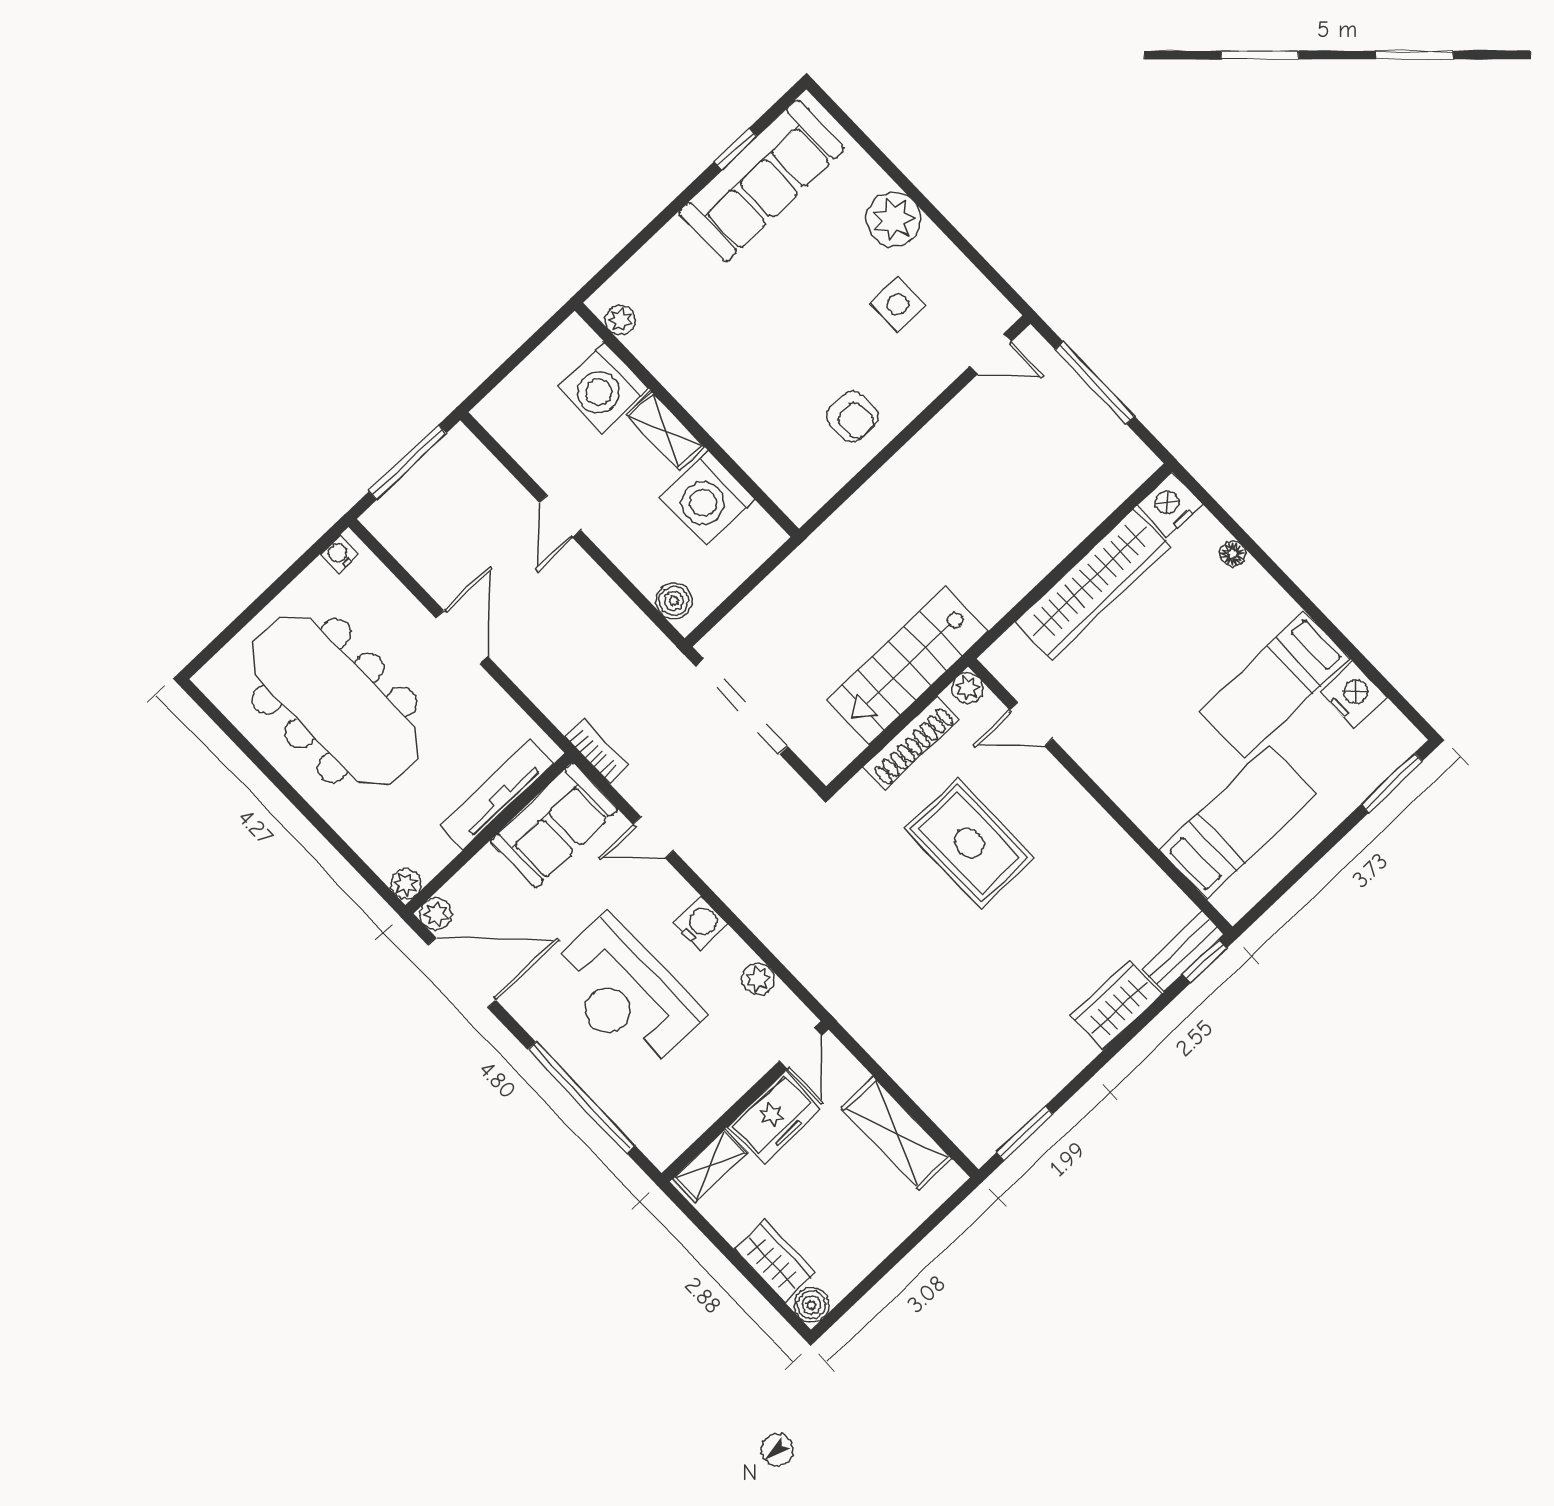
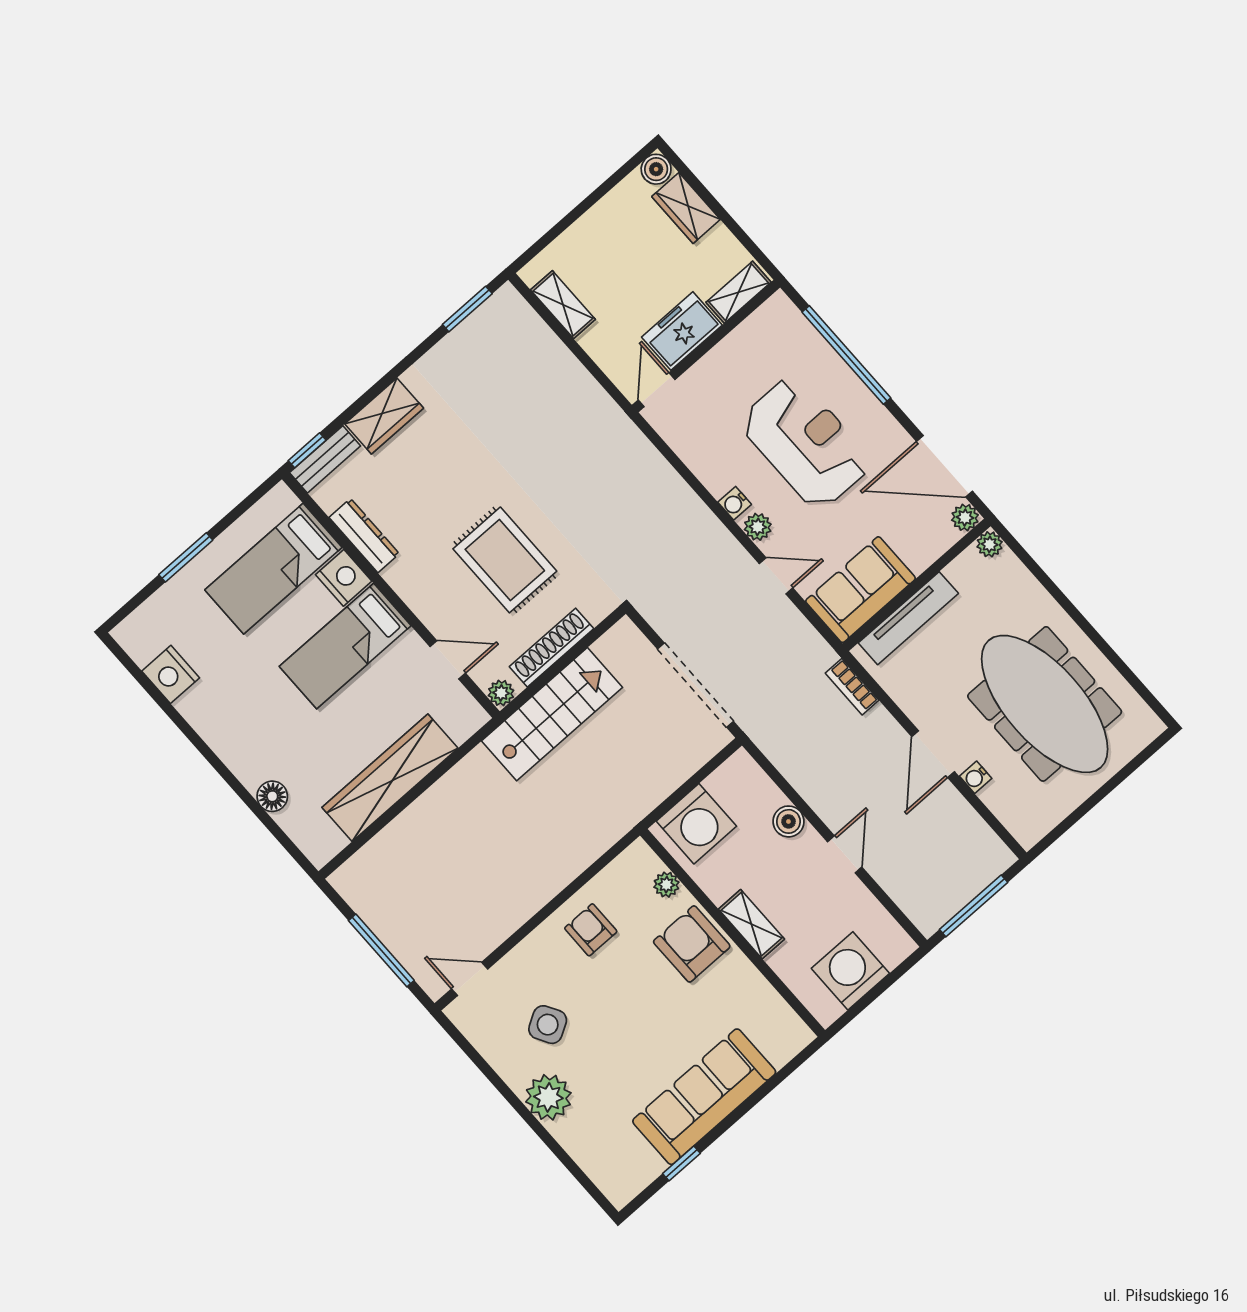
sofa: (761, 181) -> (704, 1097), moved
side table: (898, 304) -> (548, 1025), turned -30
plant: (620, 320) -> (666, 885), moved
washing machine: (603, 388) -> (850, 971), moved, turned -90
armchair: (734, 405) -> (692, 944), added
washing machine: (708, 498) -> (696, 824), moved, turned 90
nightstand: (1169, 505) -> (344, 578), moved, turned -90
water cooler: (339, 554) -> (976, 777), moved, turned 90
floor lamp: (1232, 554) -> (272, 796), width x1.37, depth x1.37
boiler: (674, 601) -> (788, 821), moved
bed: (1274, 685) -> (345, 646), moved, turned 180
bookcase: (597, 751) -> (852, 687), moved
window: (1392, 783) -> (186, 557), moved
dresser: (1134, 865) -> (364, 536), added
water cooler: (701, 924) -> (735, 503), width x0.72, depth x0.72
plant: (758, 979) -> (758, 527), moved
shelving: (896, 1133) -> (563, 305), width x0.67, depth x0.75

